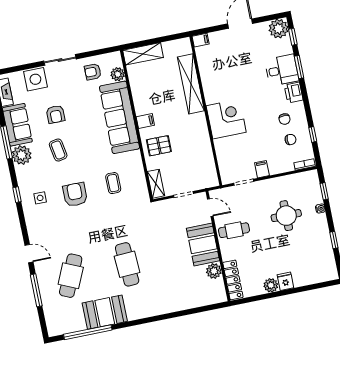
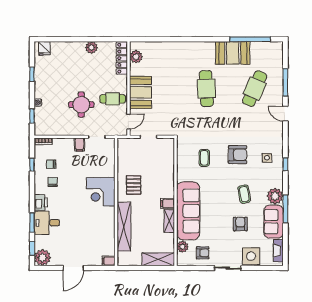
pallet: (159, 146) -> (134, 185), moved, turned 90
shelving: (156, 184) -> (169, 221), moved
armchair: (75, 195) -> (238, 155), turned -90
door: (210, 208) -> (128, 121), swing flipped
round table: (286, 216) -> (81, 105), moved
plant: (214, 271) -> (136, 57), moved
fridge: (285, 281) -> (44, 48), moved

